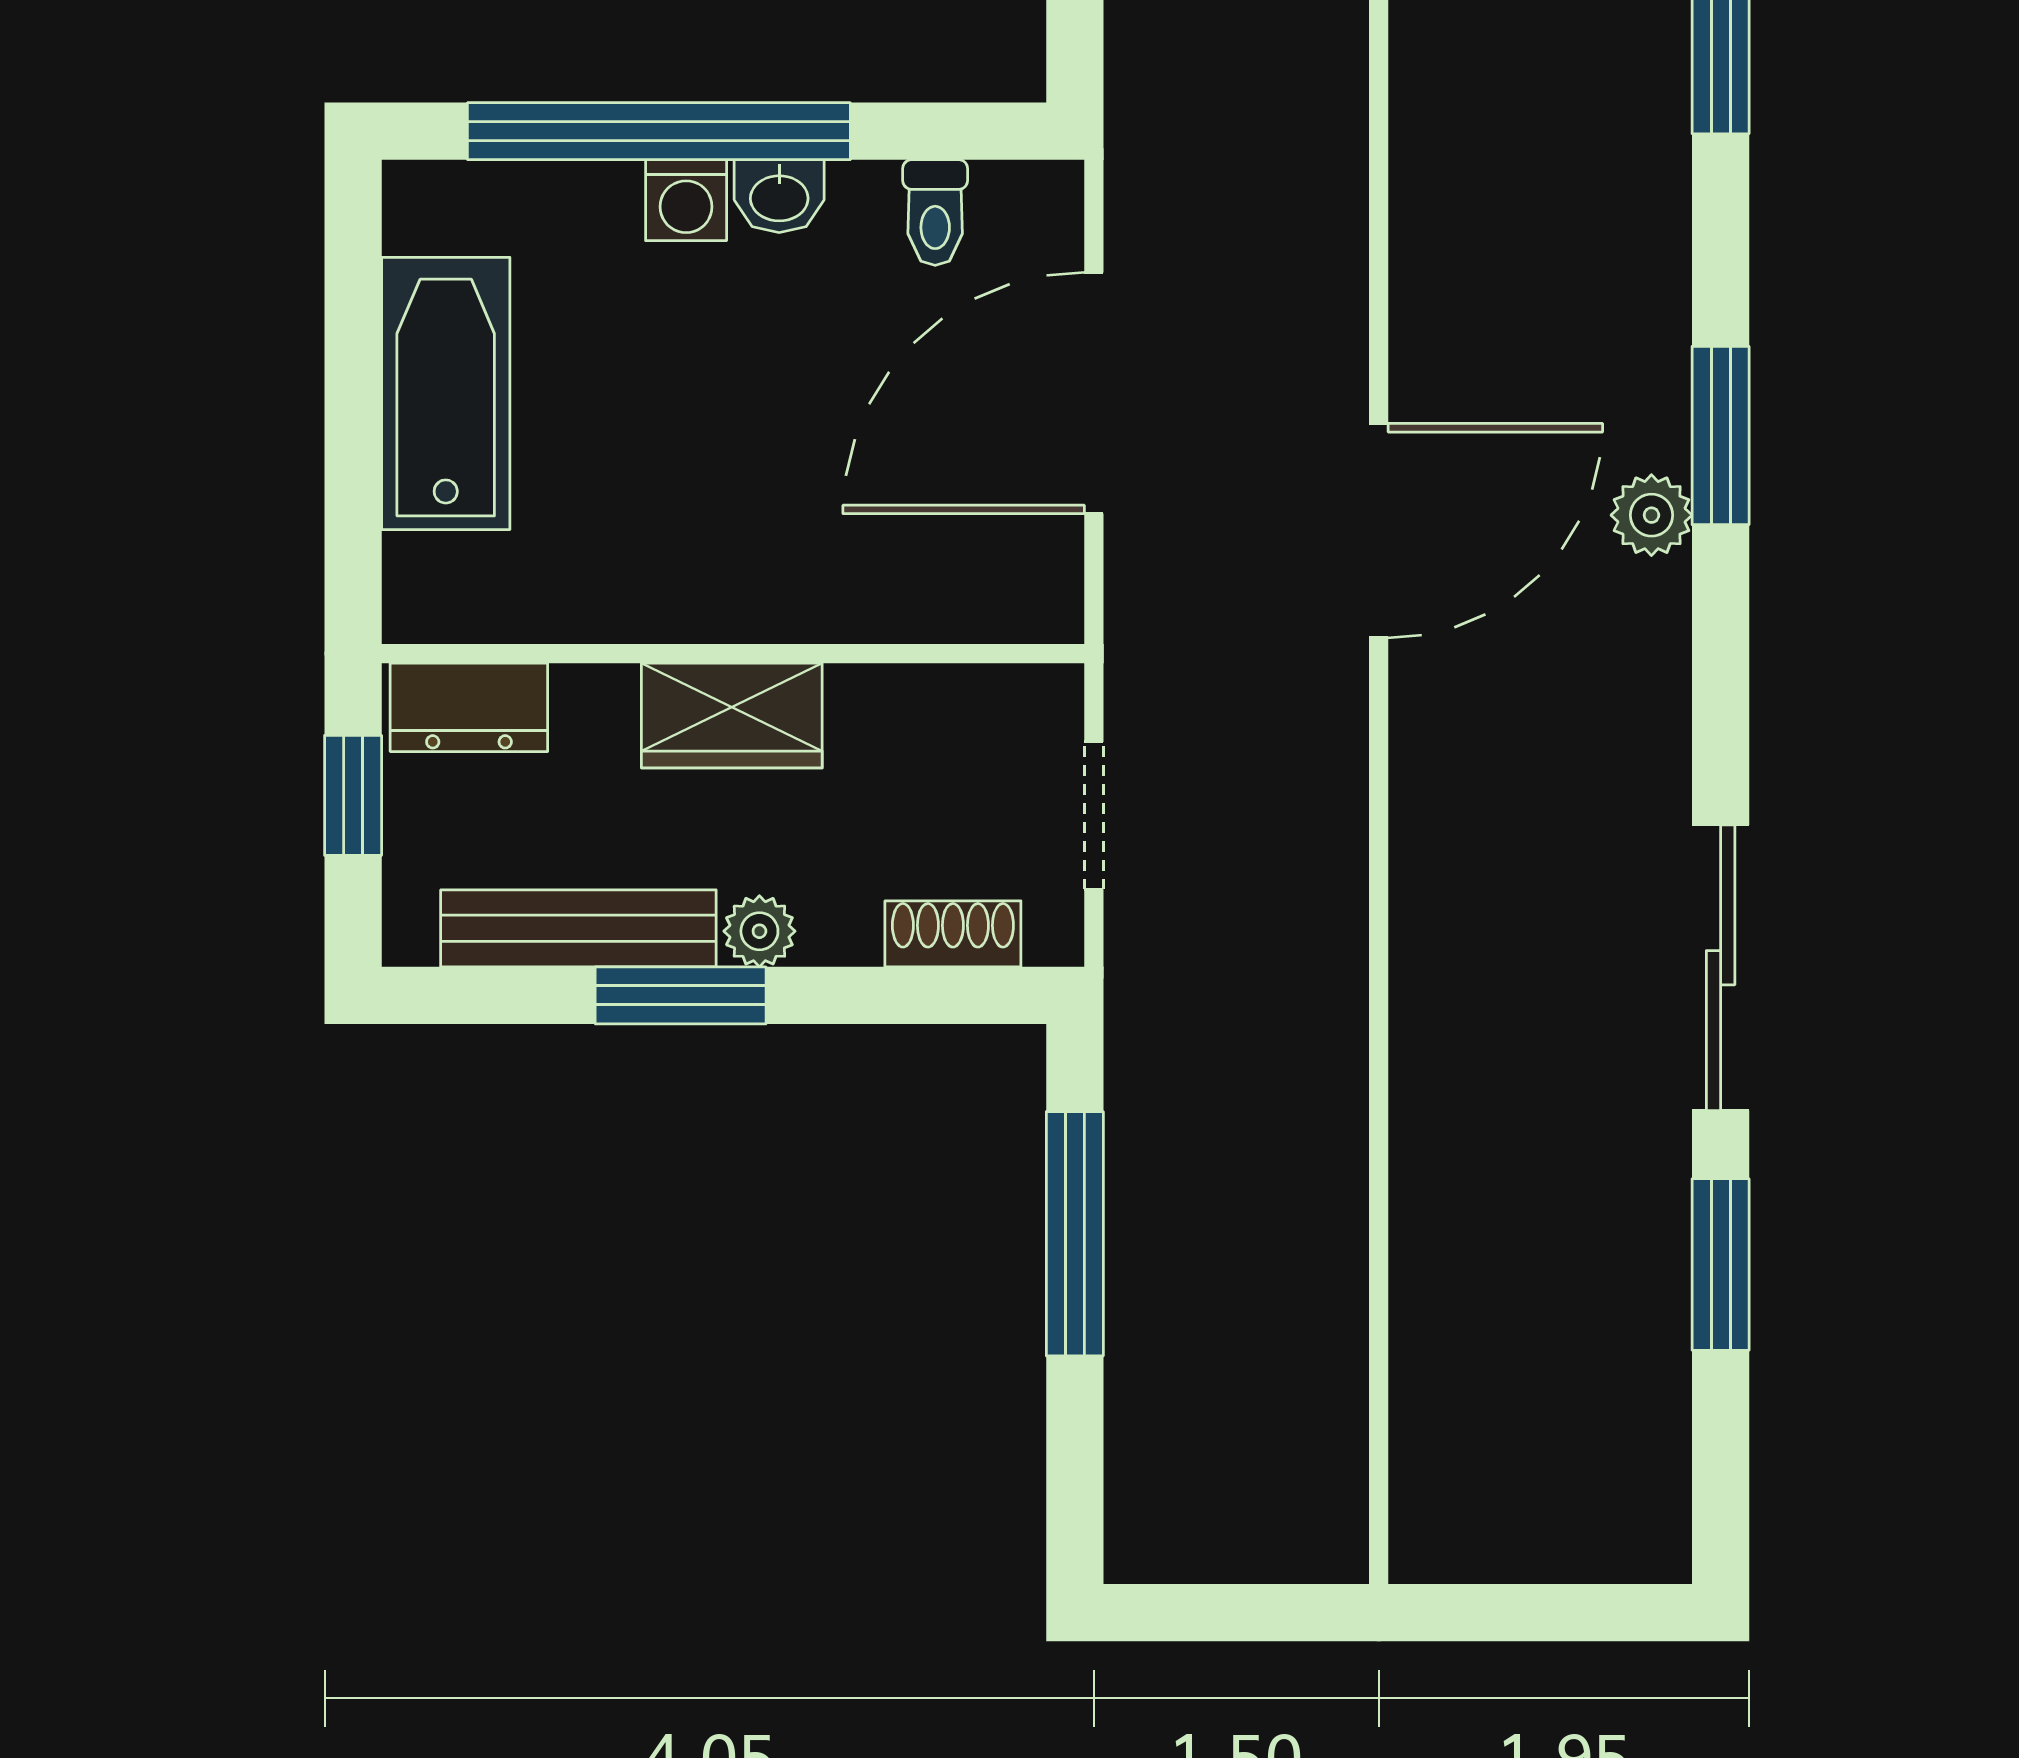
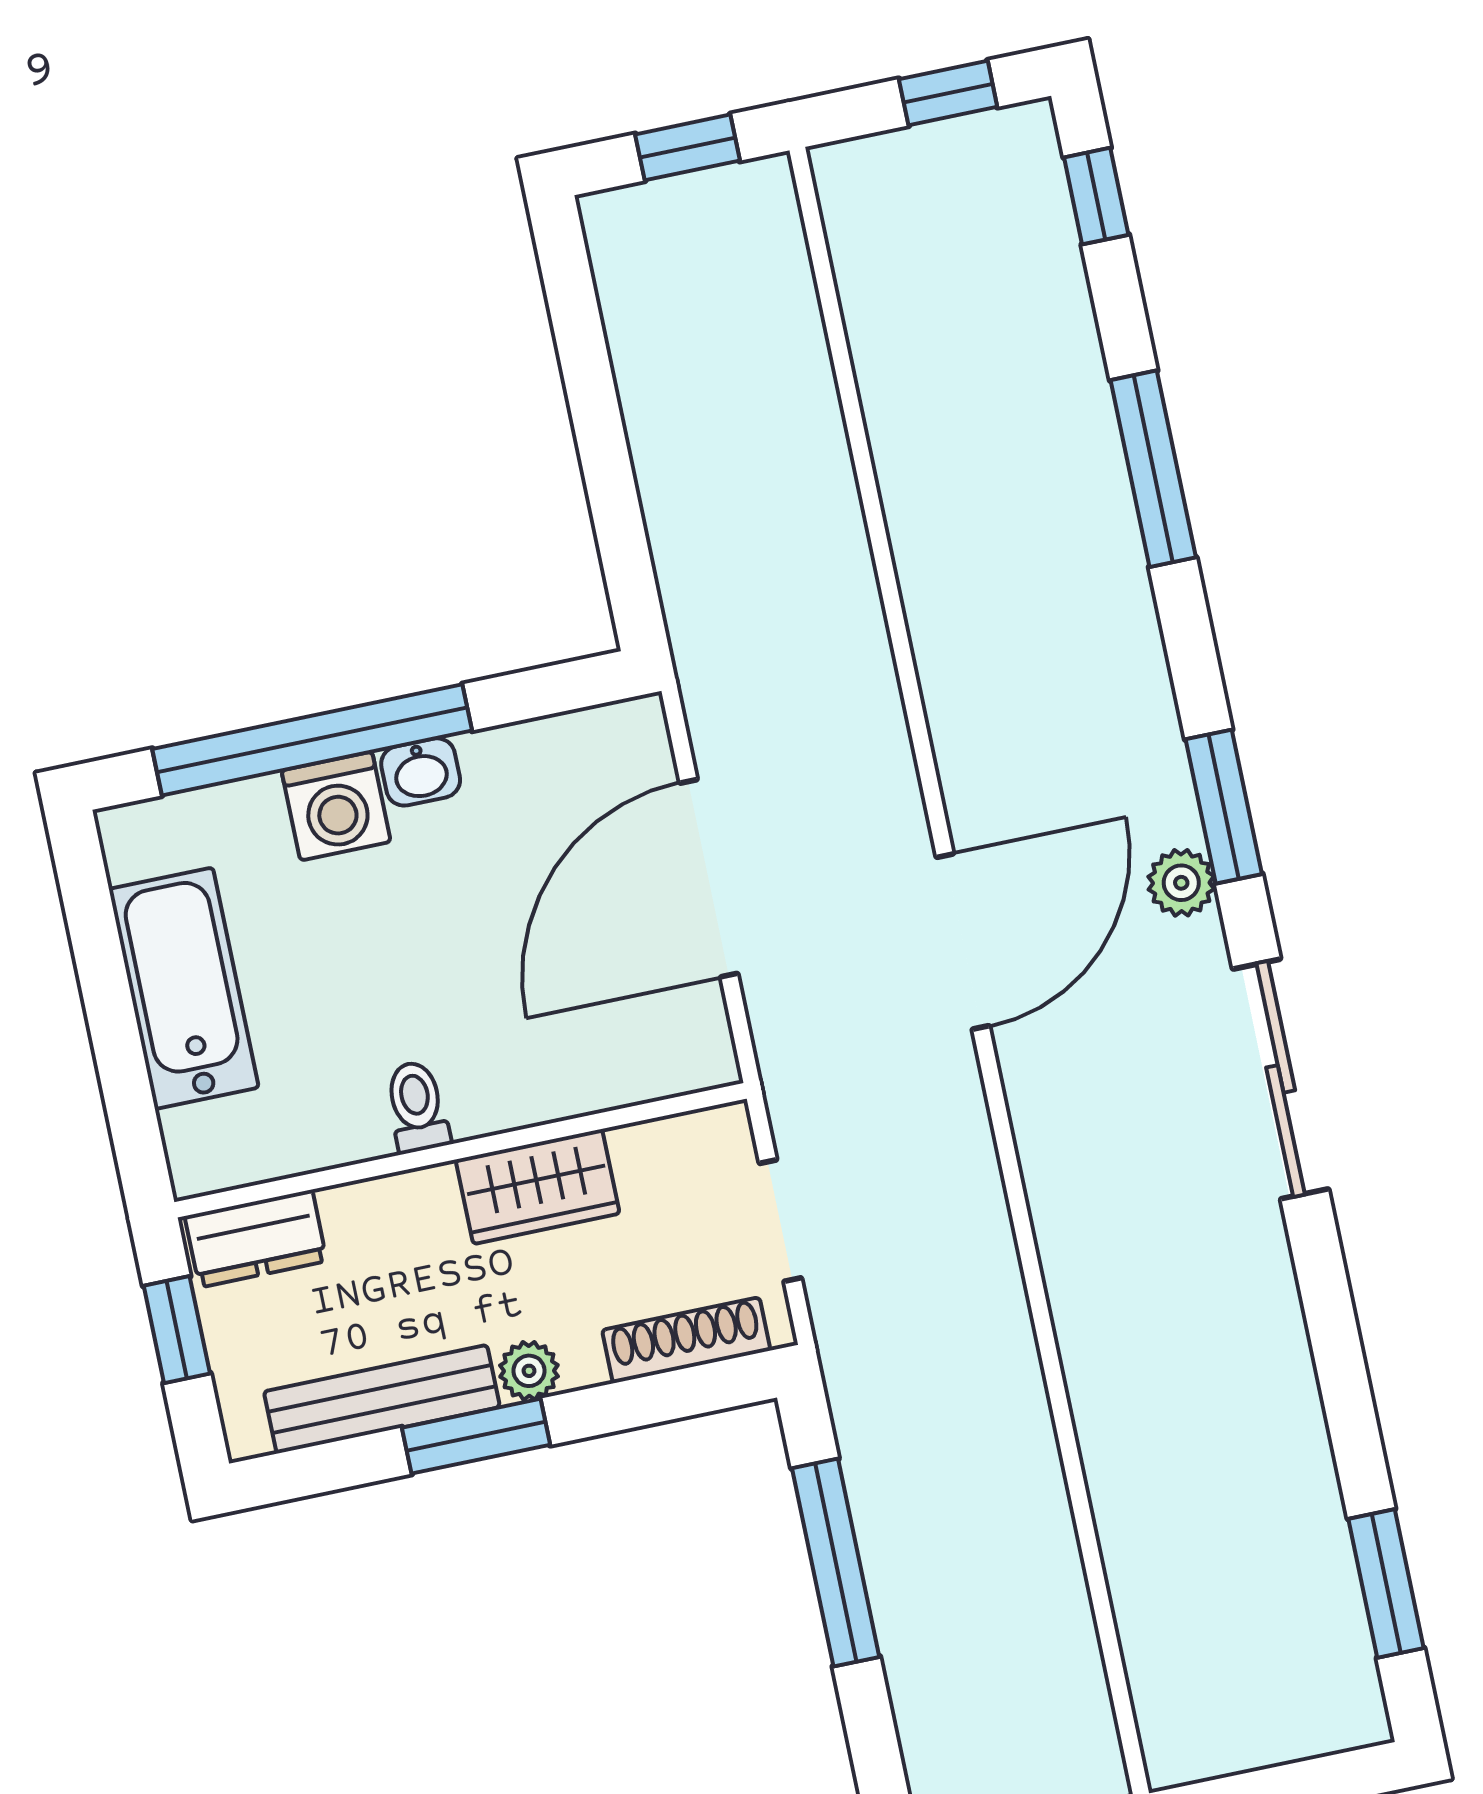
washing machine: (686, 200) -> (336, 806), width x1.38, depth x1.38
toilet: (935, 213) -> (417, 1107), moved, turned 180
wardrobe: (732, 715) -> (538, 1187), moved
shoe rack: (953, 934) -> (686, 1340), width x1.43
sliding door: (1721, 968) -> (1281, 1079), moved
window: (1721, 1264) -> (1386, 1583), moved

